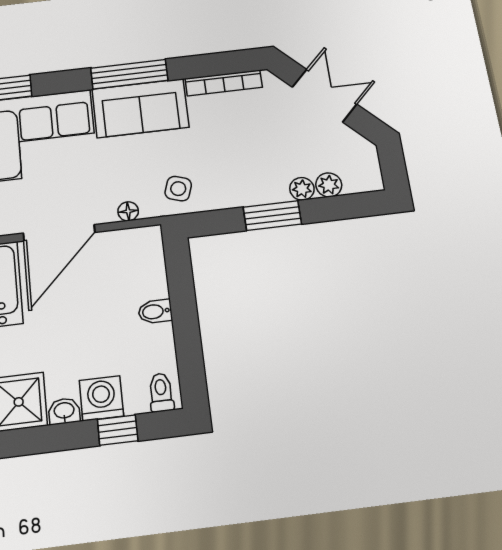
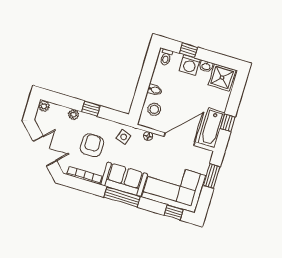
double door: (324, 96) -> (45, 151), swing flipped
armchair: (235, 145) -> (92, 145), added
plant: (329, 185) -> (44, 106), moved
window: (272, 216) -> (91, 109), width x0.67
stool: (139, 271) -> (154, 109), added

